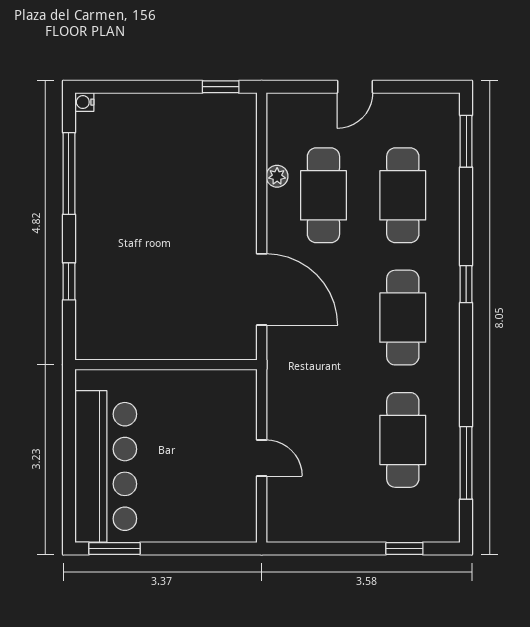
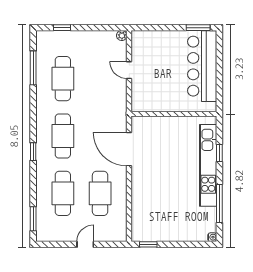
plant: (277, 176) -> (122, 36), moved
kitchen unit: (93, 255) -> (208, 165), added

